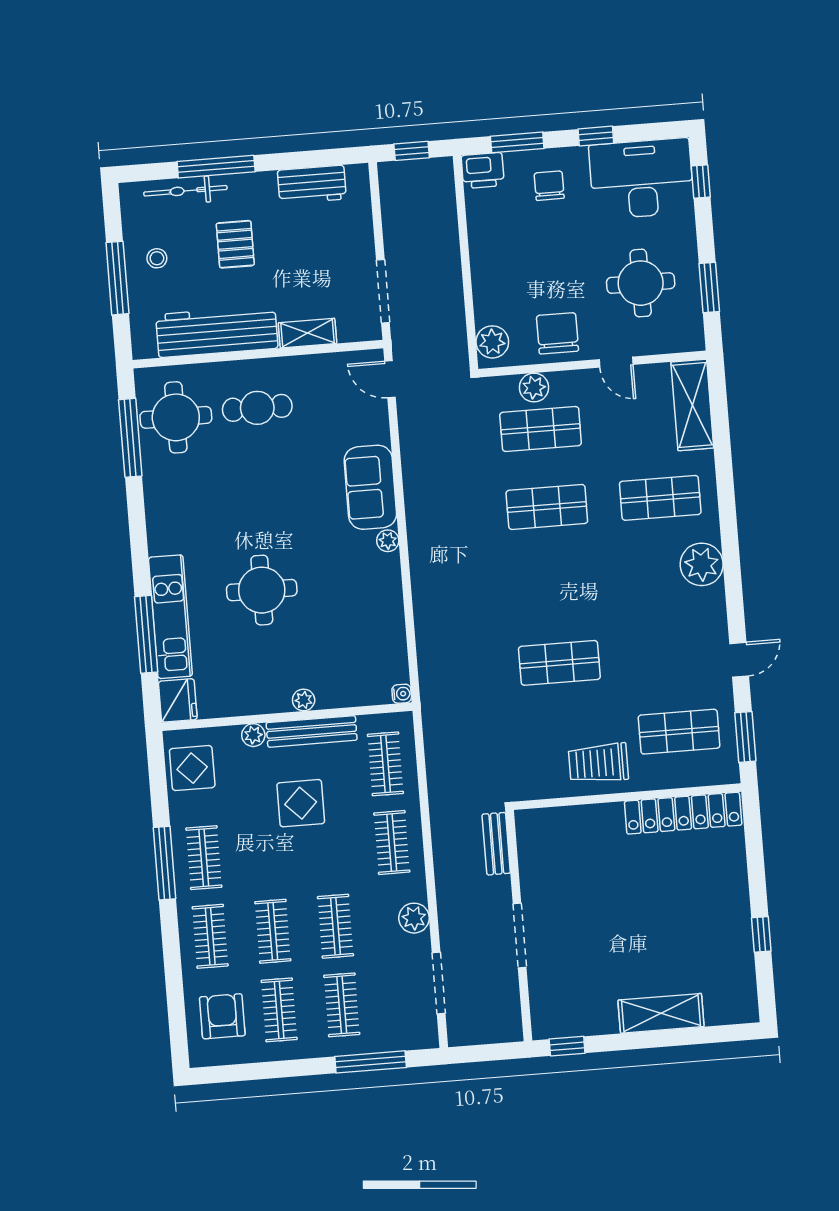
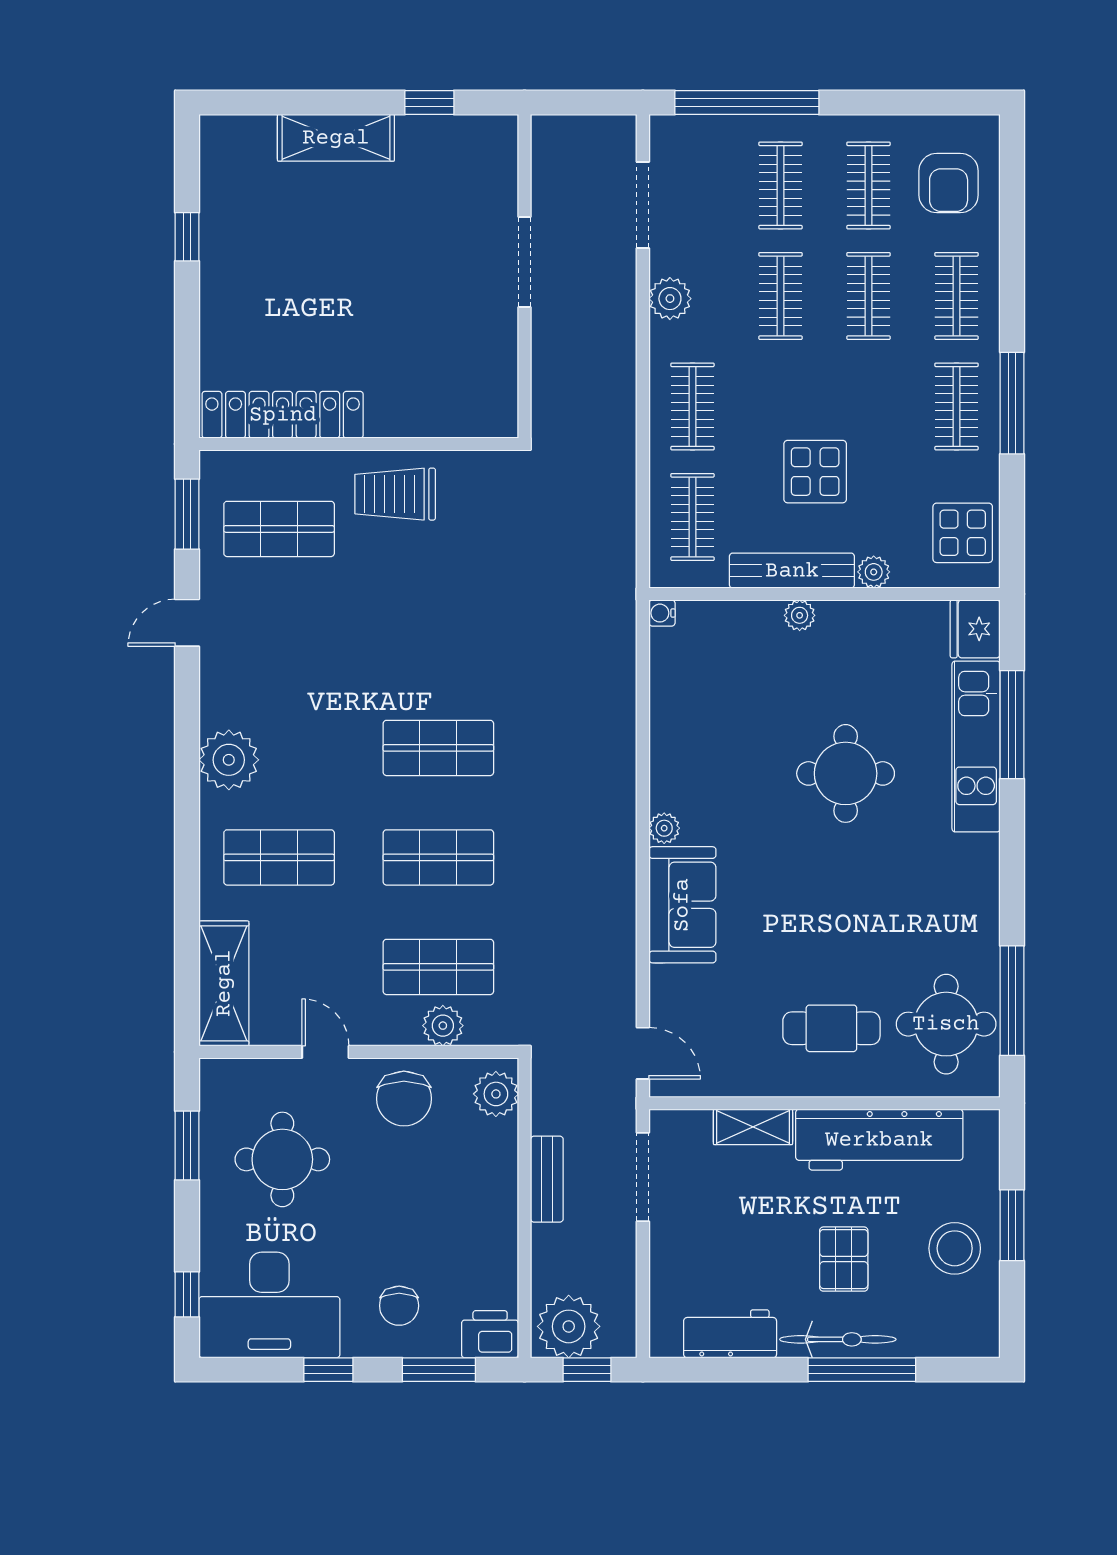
plant: (427, 181) -> (569, 1326), added
bicycle: (185, 191) -> (838, 1339), moved
stool: (157, 258) -> (955, 1248), width x1.89, depth x1.89
window: (117, 278) -> (1012, 1225), width x0.69
shop shelf: (559, 663) -> (438, 748), moved
trolley: (598, 763) -> (395, 494), turned 180
bench: (496, 844) -> (547, 1179), moved
window: (567, 1046) -> (429, 103), moved
window: (371, 1062) -> (747, 103), width x1.46

